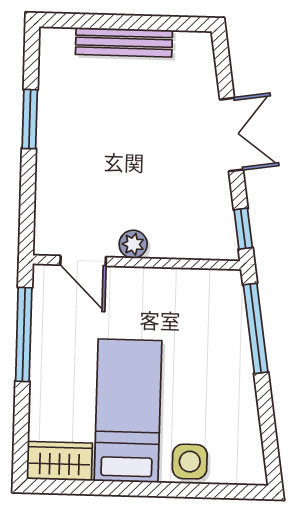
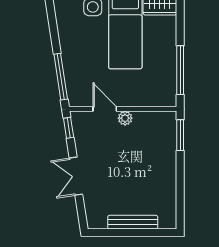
window: (30, 119) -> (180, 135), moved
door: (83, 261) -> (105, 109), moved

